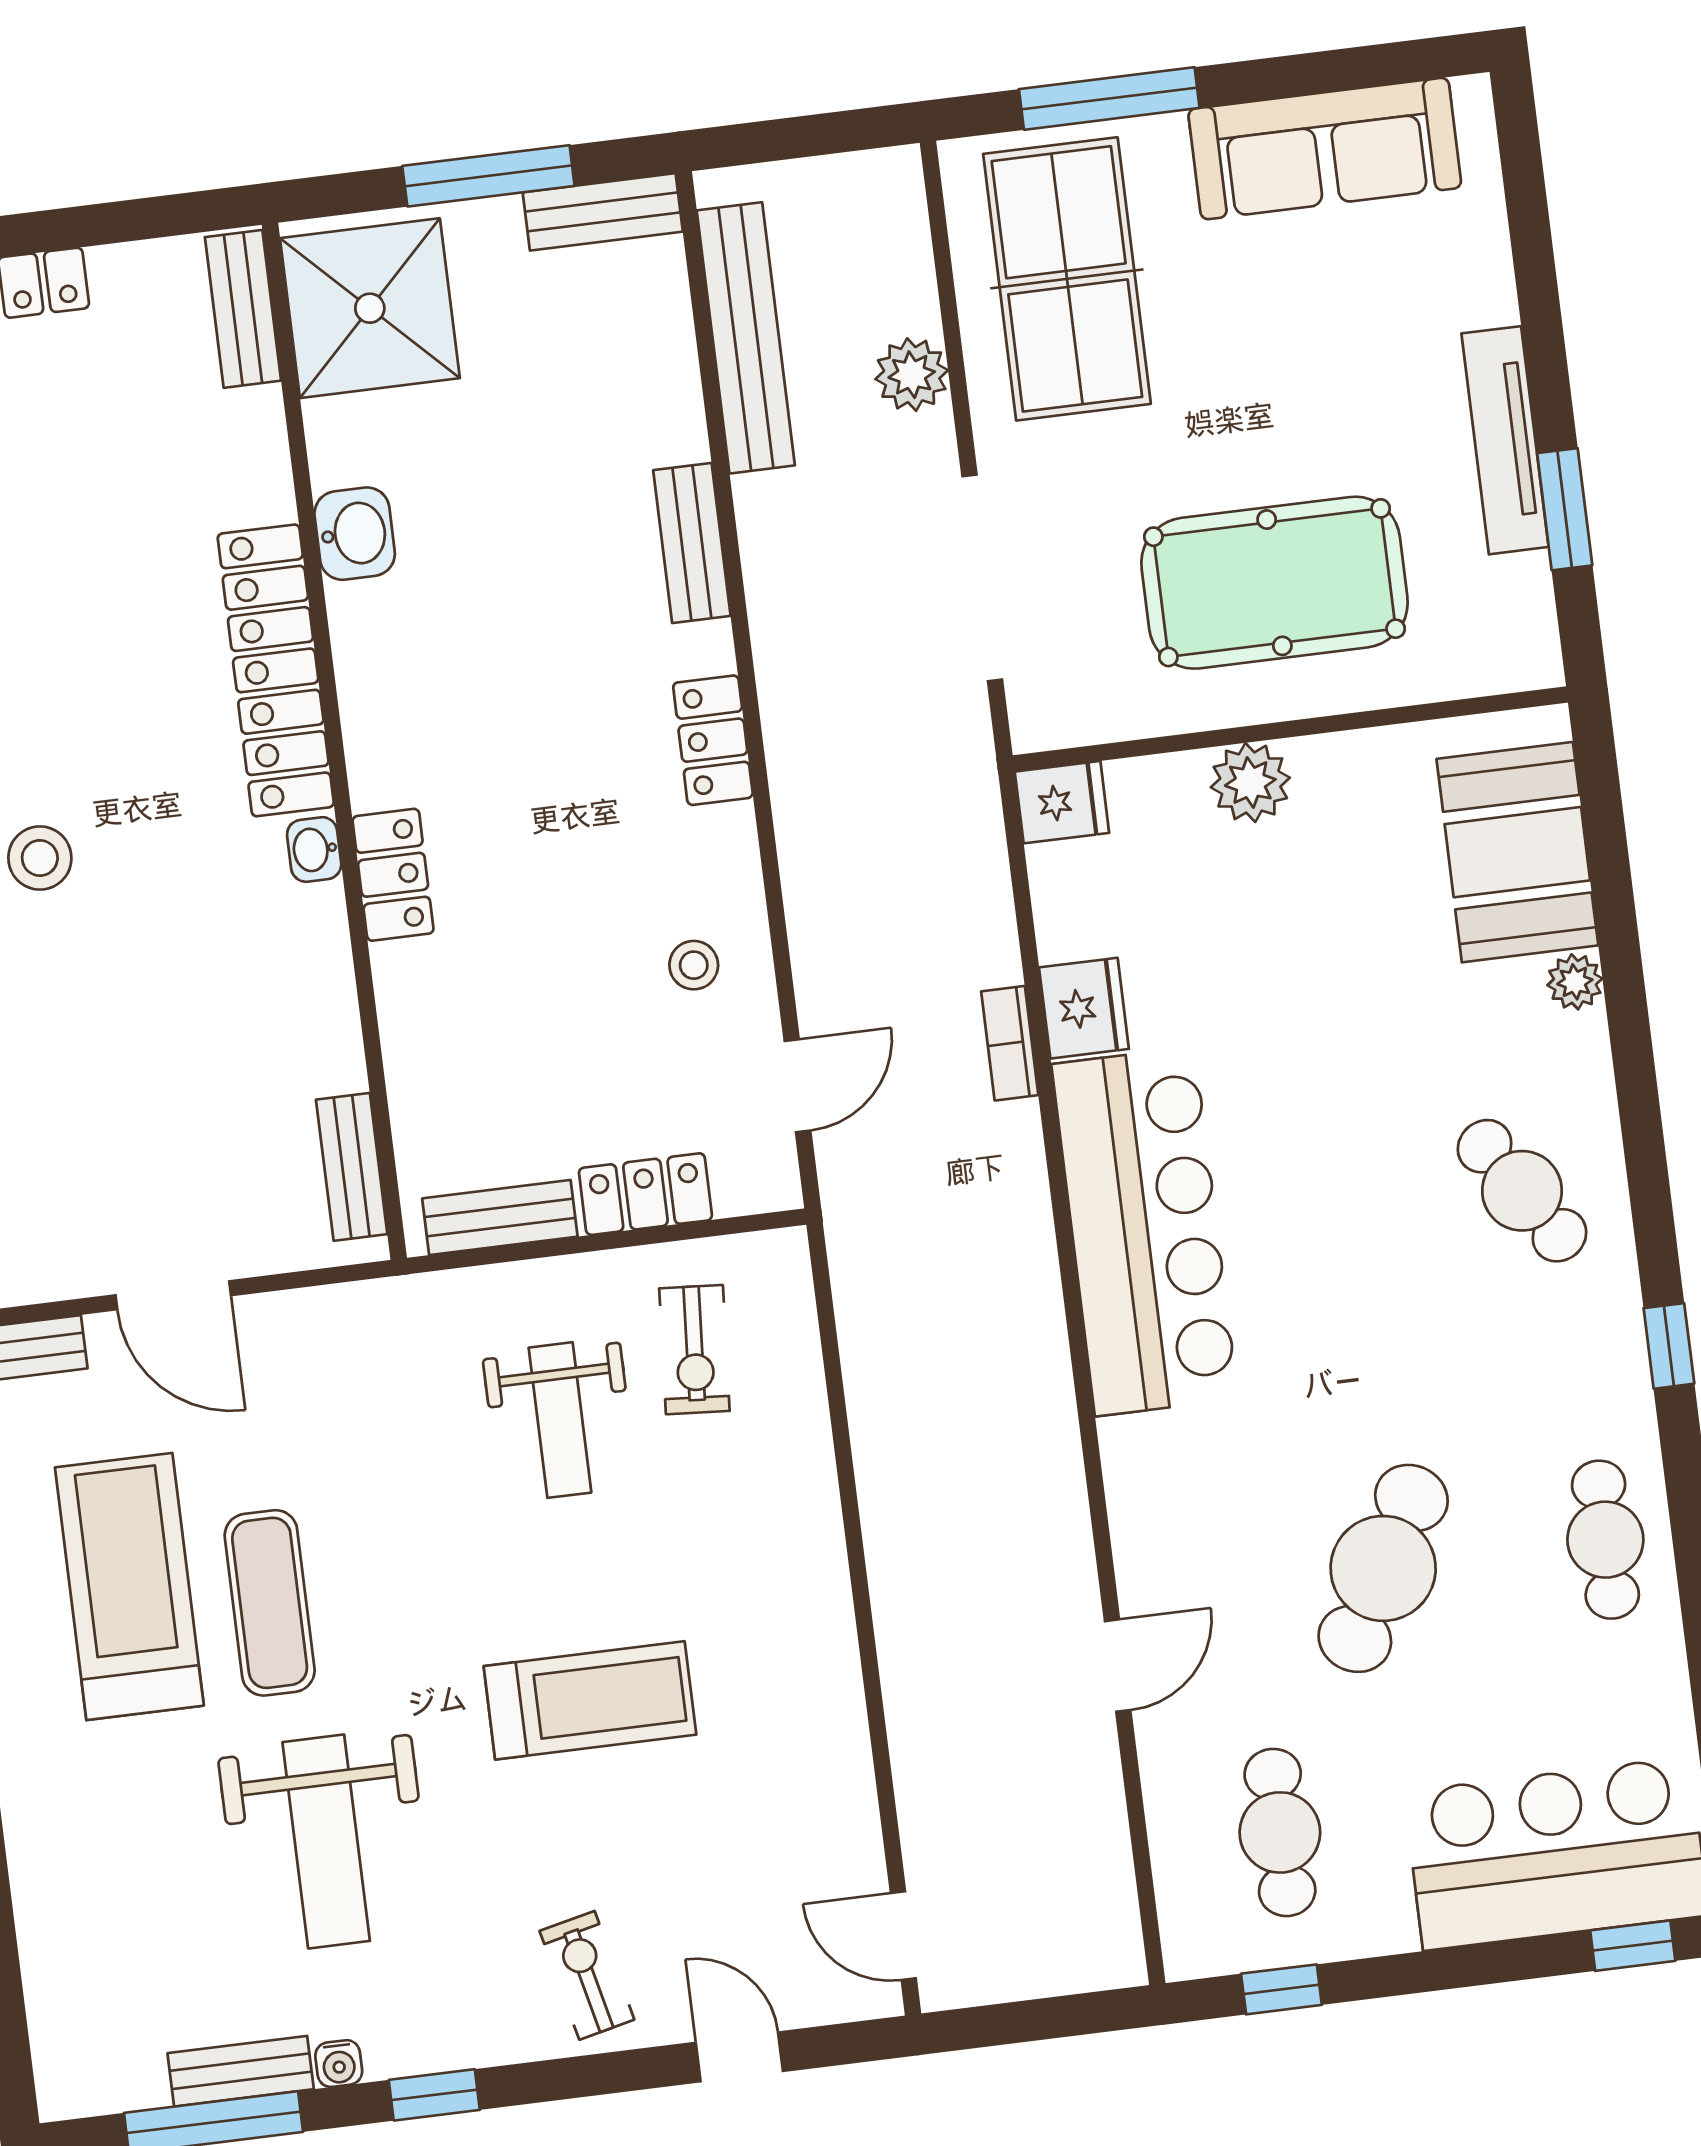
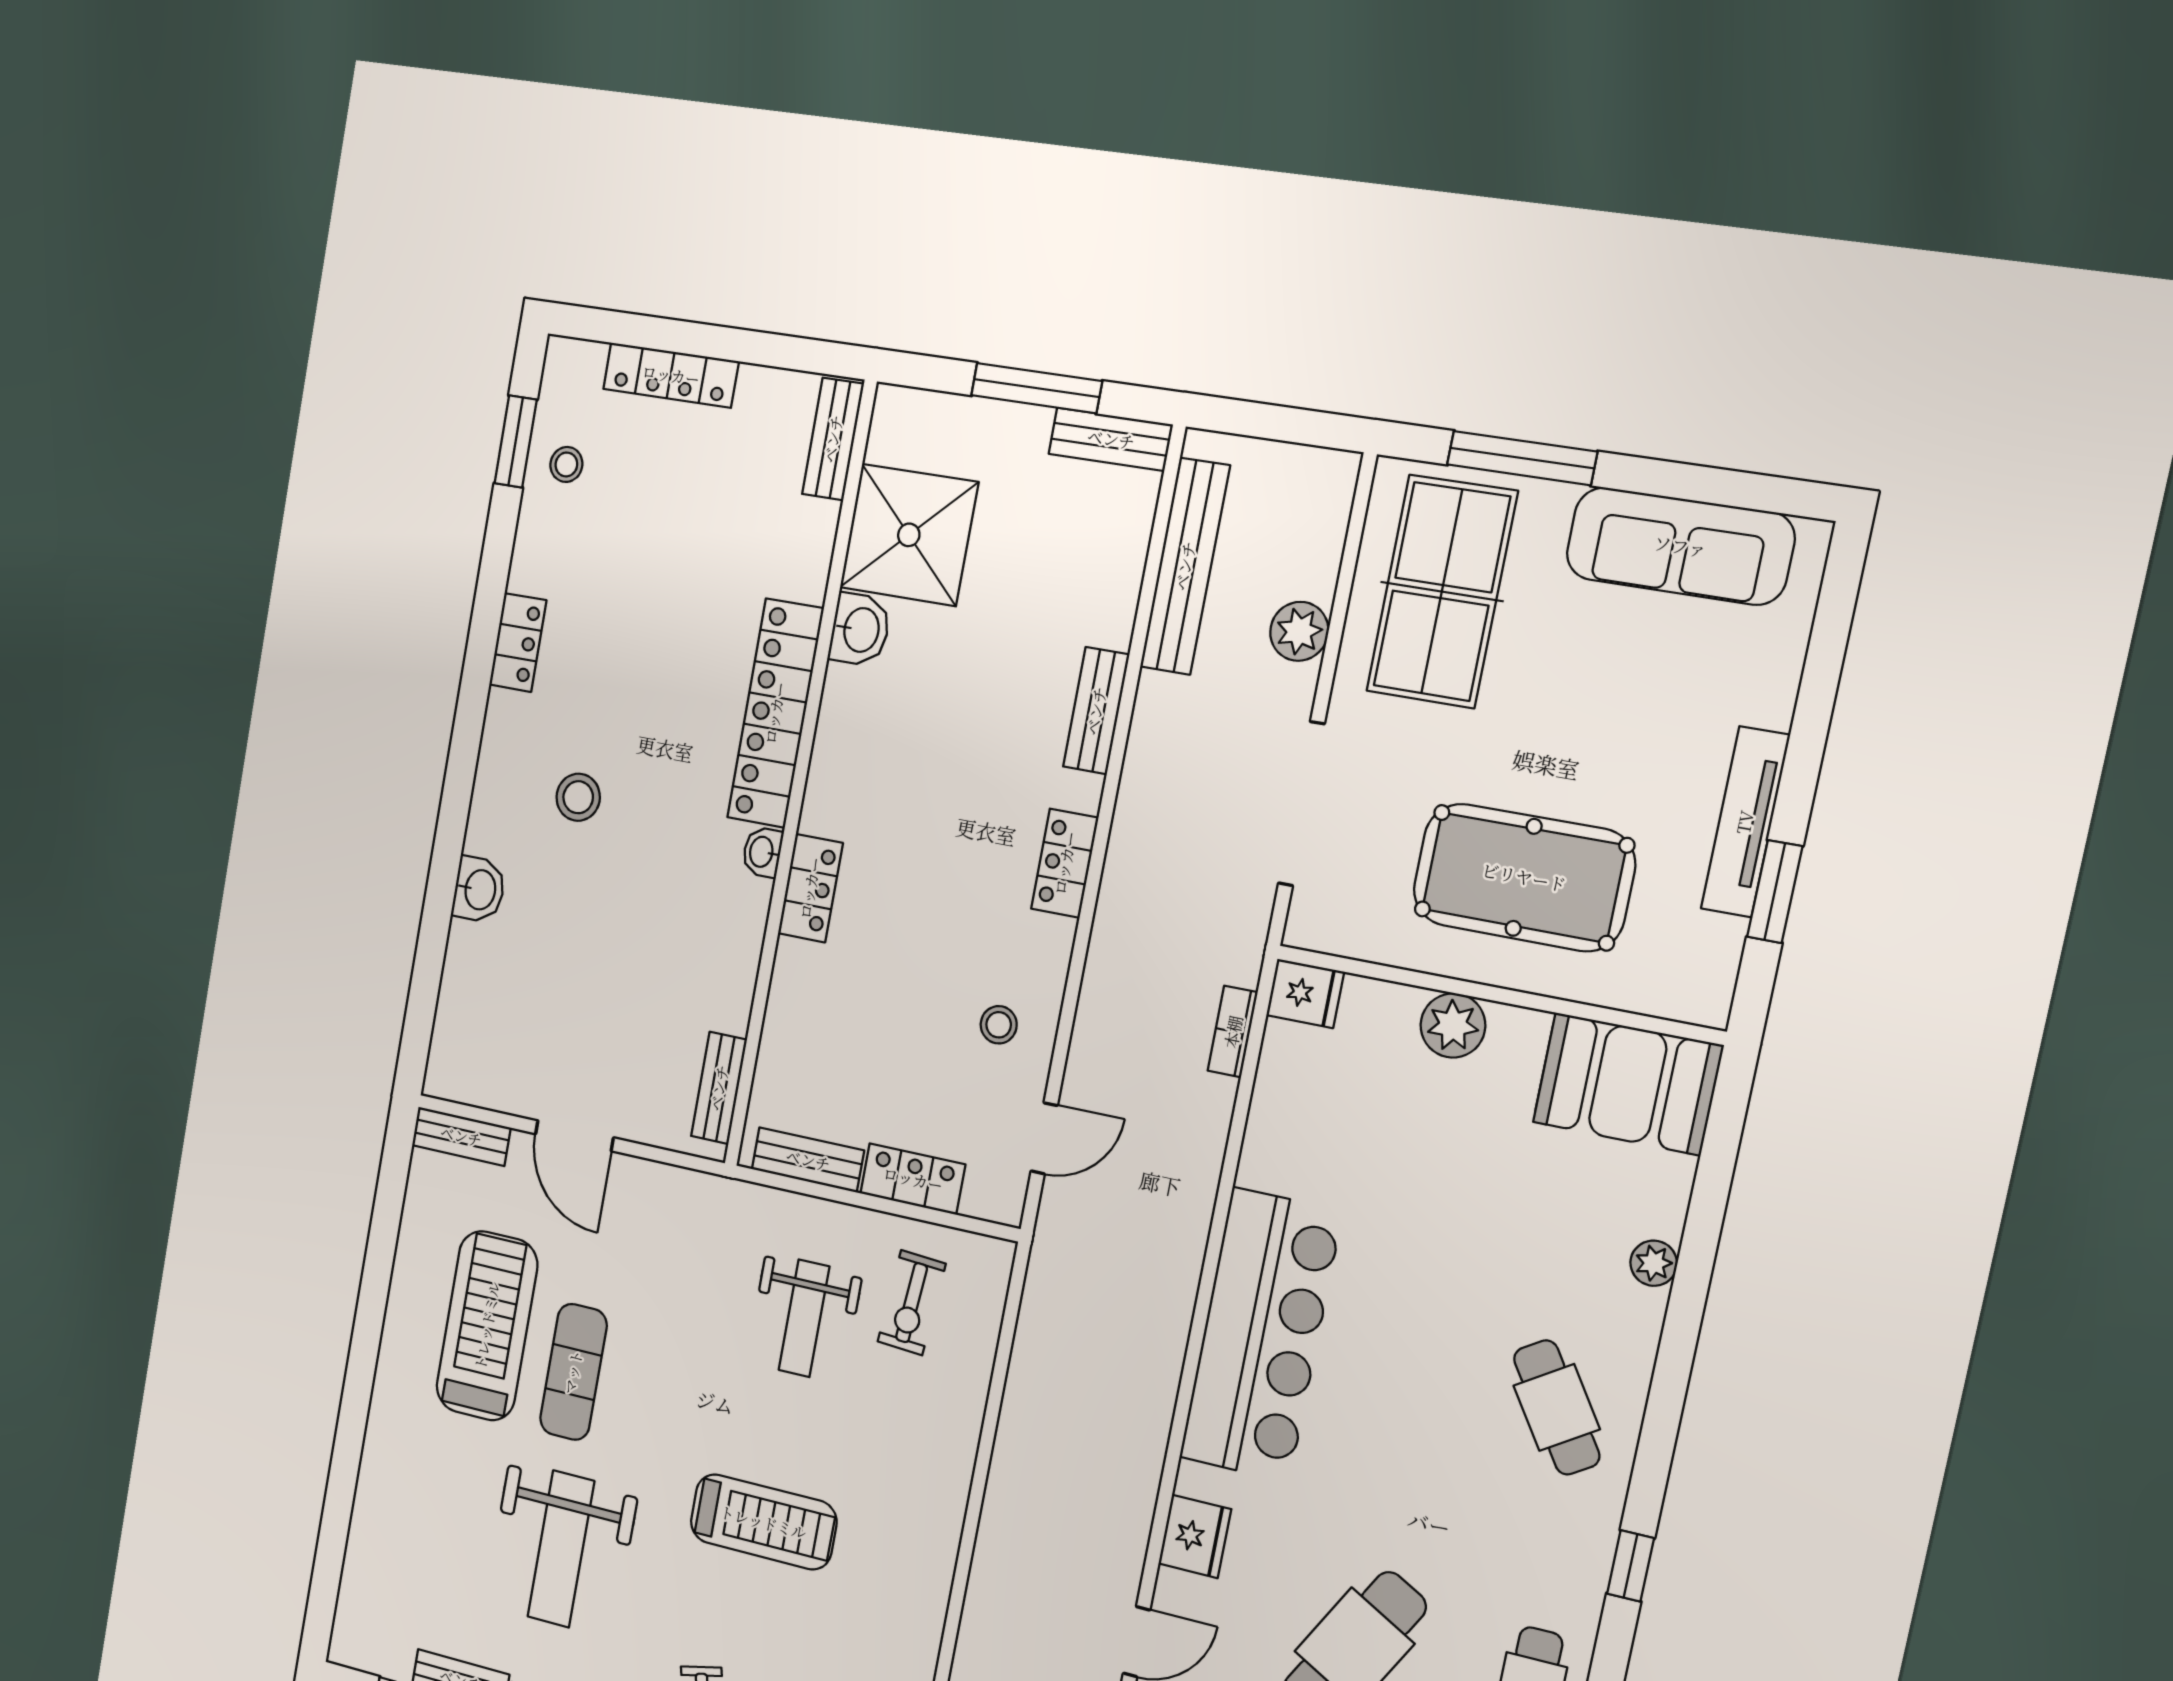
shower: (370, 308) -> (909, 535), moved
booth: (1517, 852) -> (1628, 1084), moved, turned 90
fridge: (1084, 1008) -> (1195, 1536), moved
bookcase: (1010, 1043) -> (1233, 1032), moved

